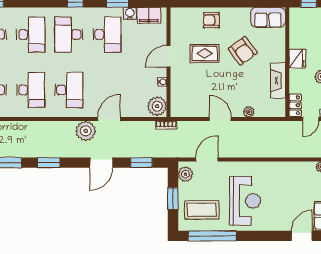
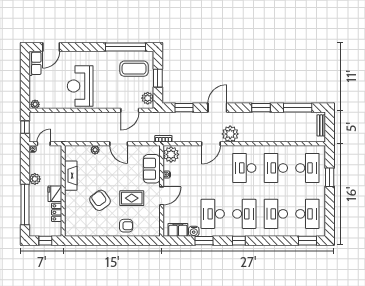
sofa: (268, 17) -> (152, 169), moved, turned -90
locker: (295, 105) -> (57, 212), moved
reception desk: (245, 201) -> (80, 86), moved

